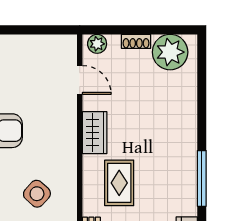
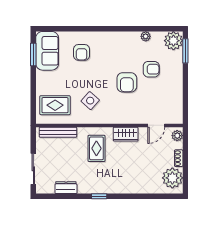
window: (202, 178) -> (99, 196), width x0.46
rug: (119, 183) -> (96, 148), turned 90

